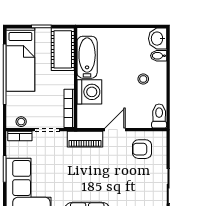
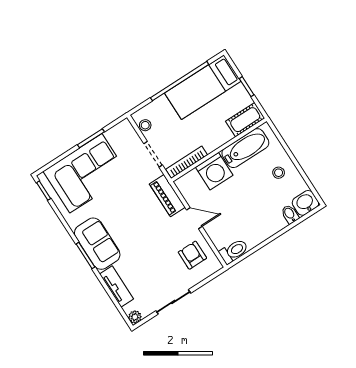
cot: (63, 49) -> (245, 120), width x0.73, depth x0.75
stool: (143, 79) -> (279, 173), moved
bookcase: (20, 136) -> (131, 133), removed

